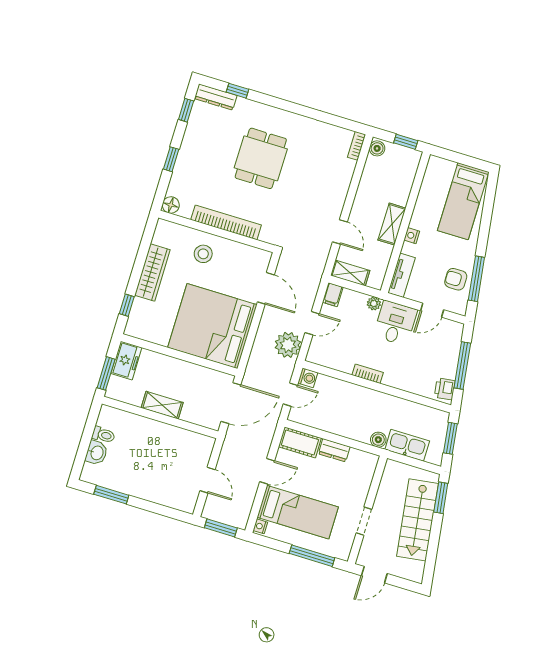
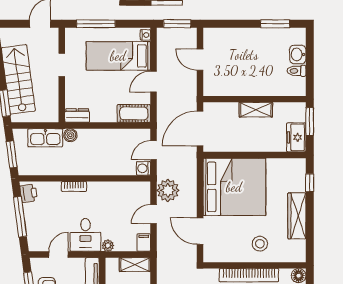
bookcase: (368, 374) -> (74, 186), moved
dresser: (334, 450) -> (77, 116), moved

